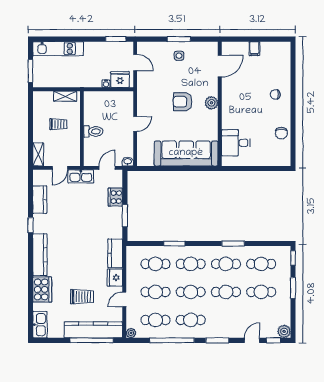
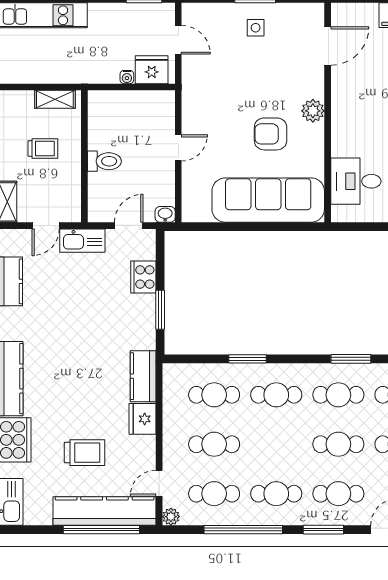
armchair: (183, 102) -> (271, 134), moved
cafe table: (191, 292) -> (338, 494), moved
door: (124, 299) -> (159, 483), moved

